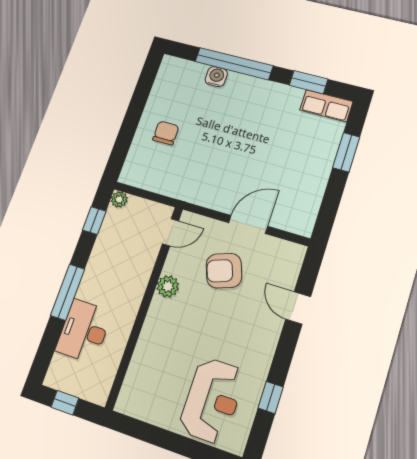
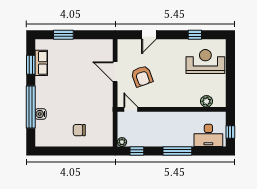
row of seats: (326, 106) -> (41, 63), moved
plant: (168, 286) -> (206, 101), moved
desk: (84, 331) -> (208, 135), moved

